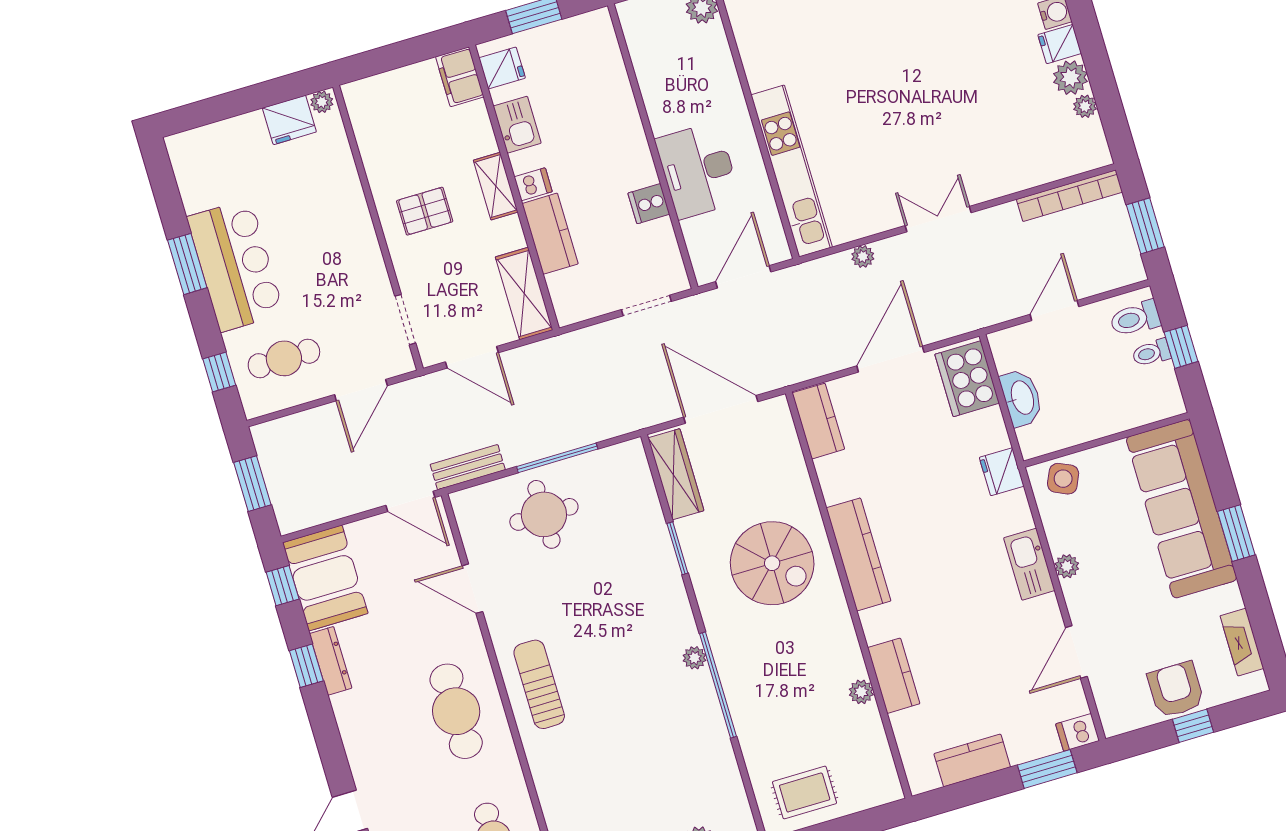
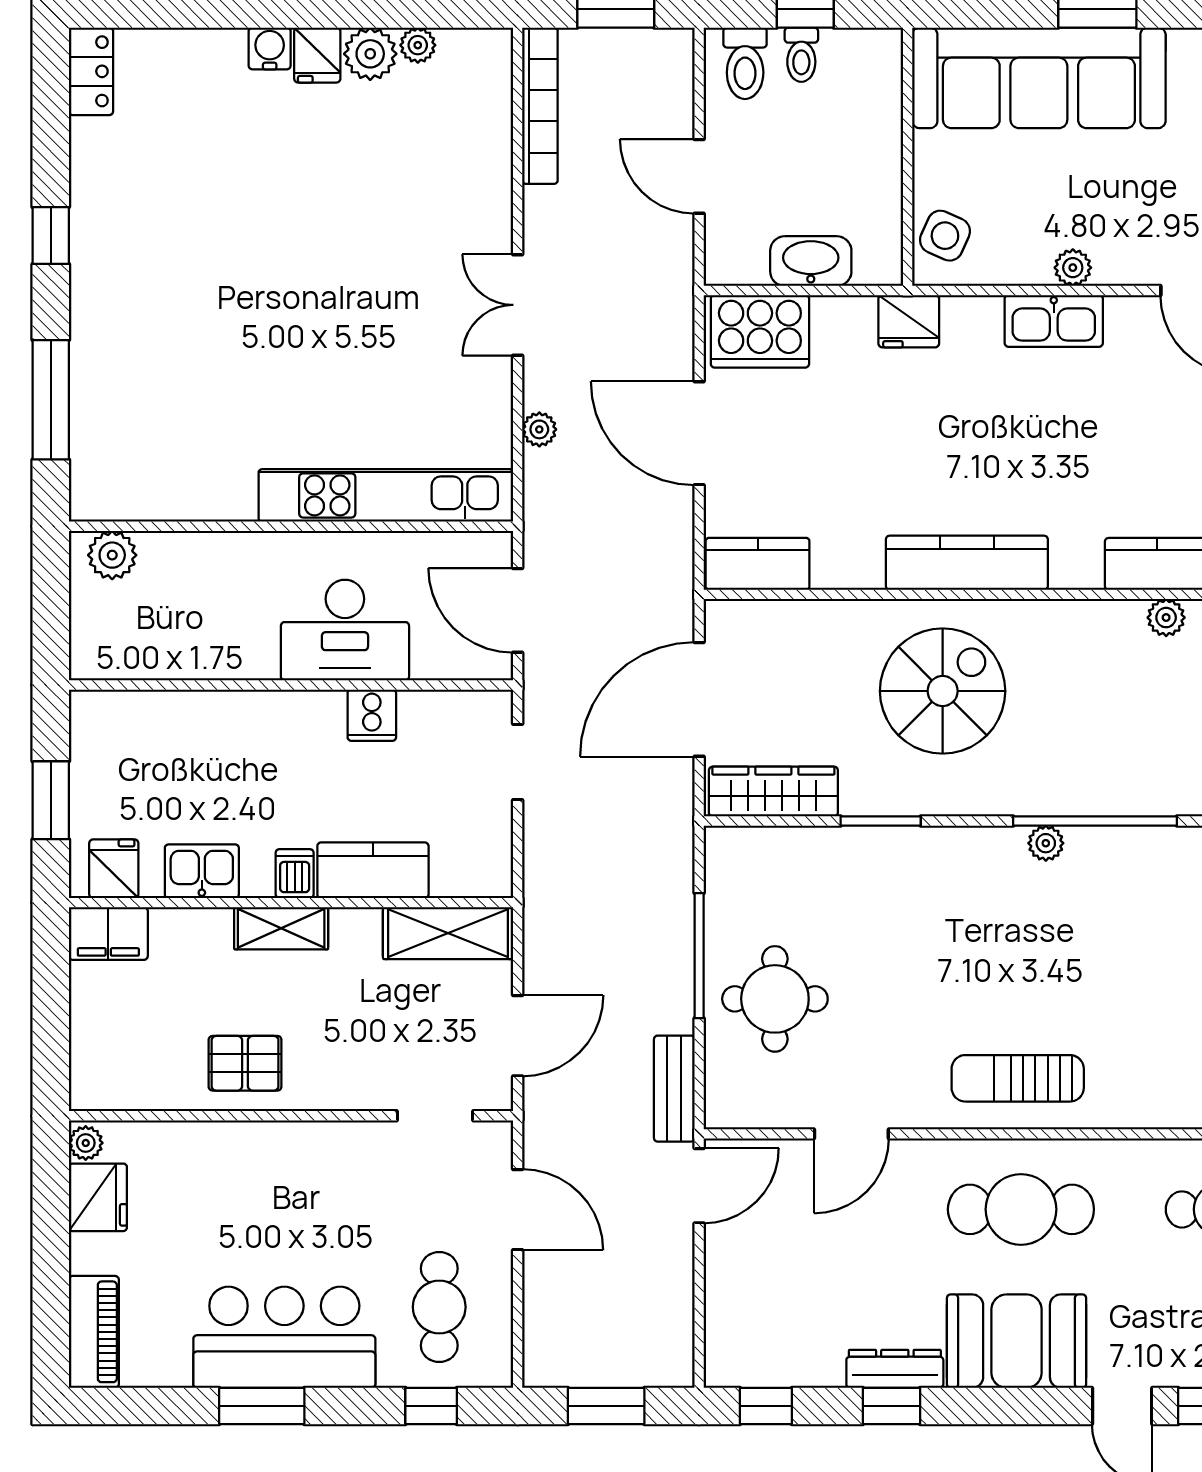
piano: (203, 143) -> (94, 1332), added
pallet: (425, 211) -> (245, 1063), moved, turned 90
booth: (325, 578) -> (1017, 1341), moved

